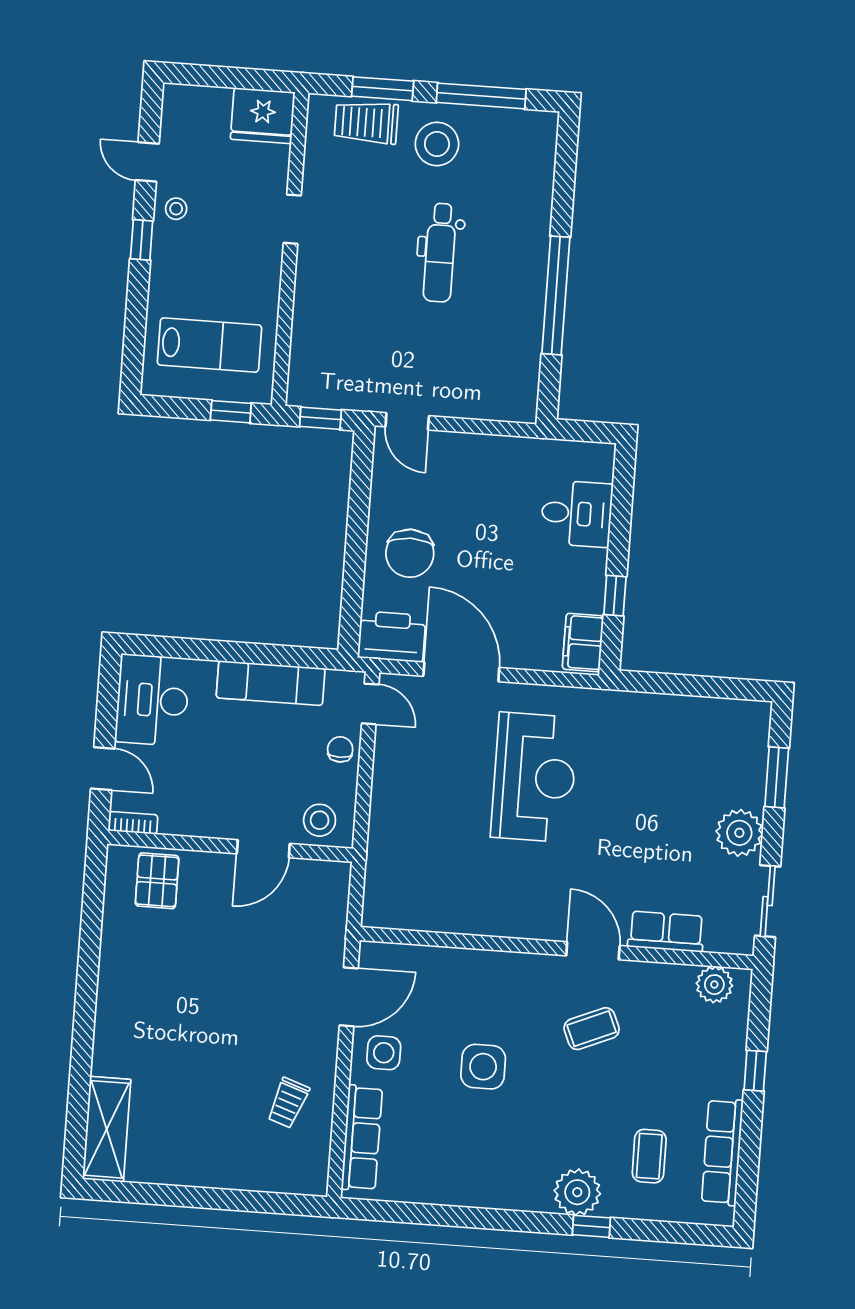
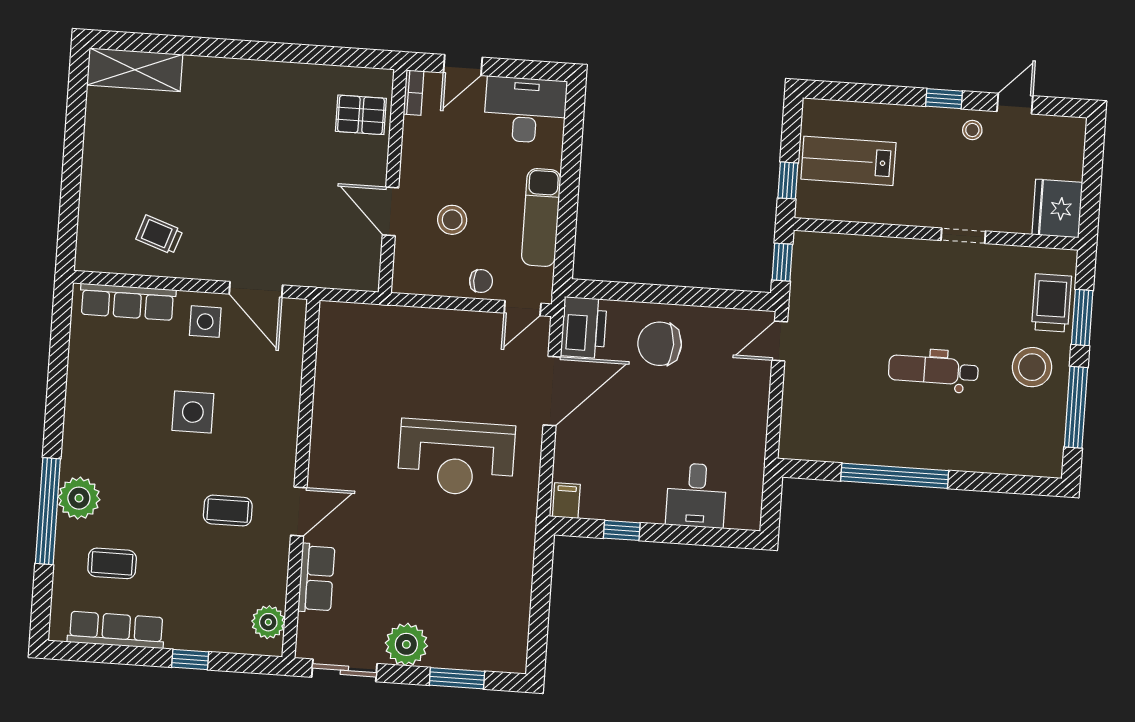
lab bench: (209, 345) -> (848, 161), turned 90
filing cabinet: (583, 642) -> (566, 501), width x0.50
stool: (320, 820) -> (452, 220), moved
coffee table: (592, 1029) -> (228, 511), turned -67
window: (591, 1226) -> (48, 511), width x3.17

